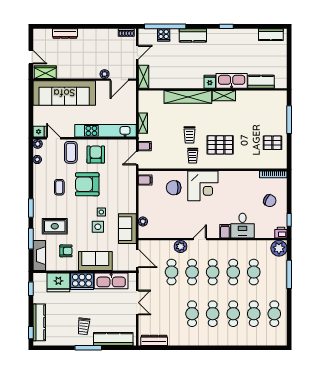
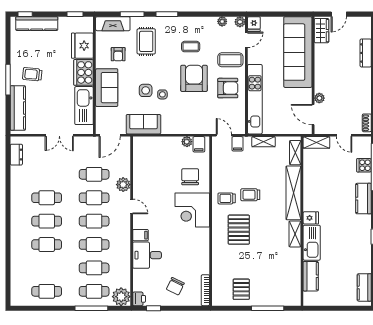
shelving: (152, 95) -> (295, 153), added
plant: (143, 222) -> (187, 142), moved
cafe table: (254, 314) -> (94, 291), moved
dresser: (154, 340) -> (16, 155), width x0.70

